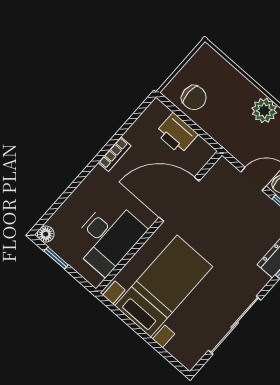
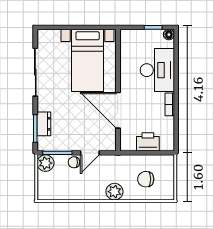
chair: (194, 98) -> (146, 179), moved
door: (179, 199) -> (118, 110), swing flipped
desk: (108, 237) -> (157, 70), moved, turned 180

